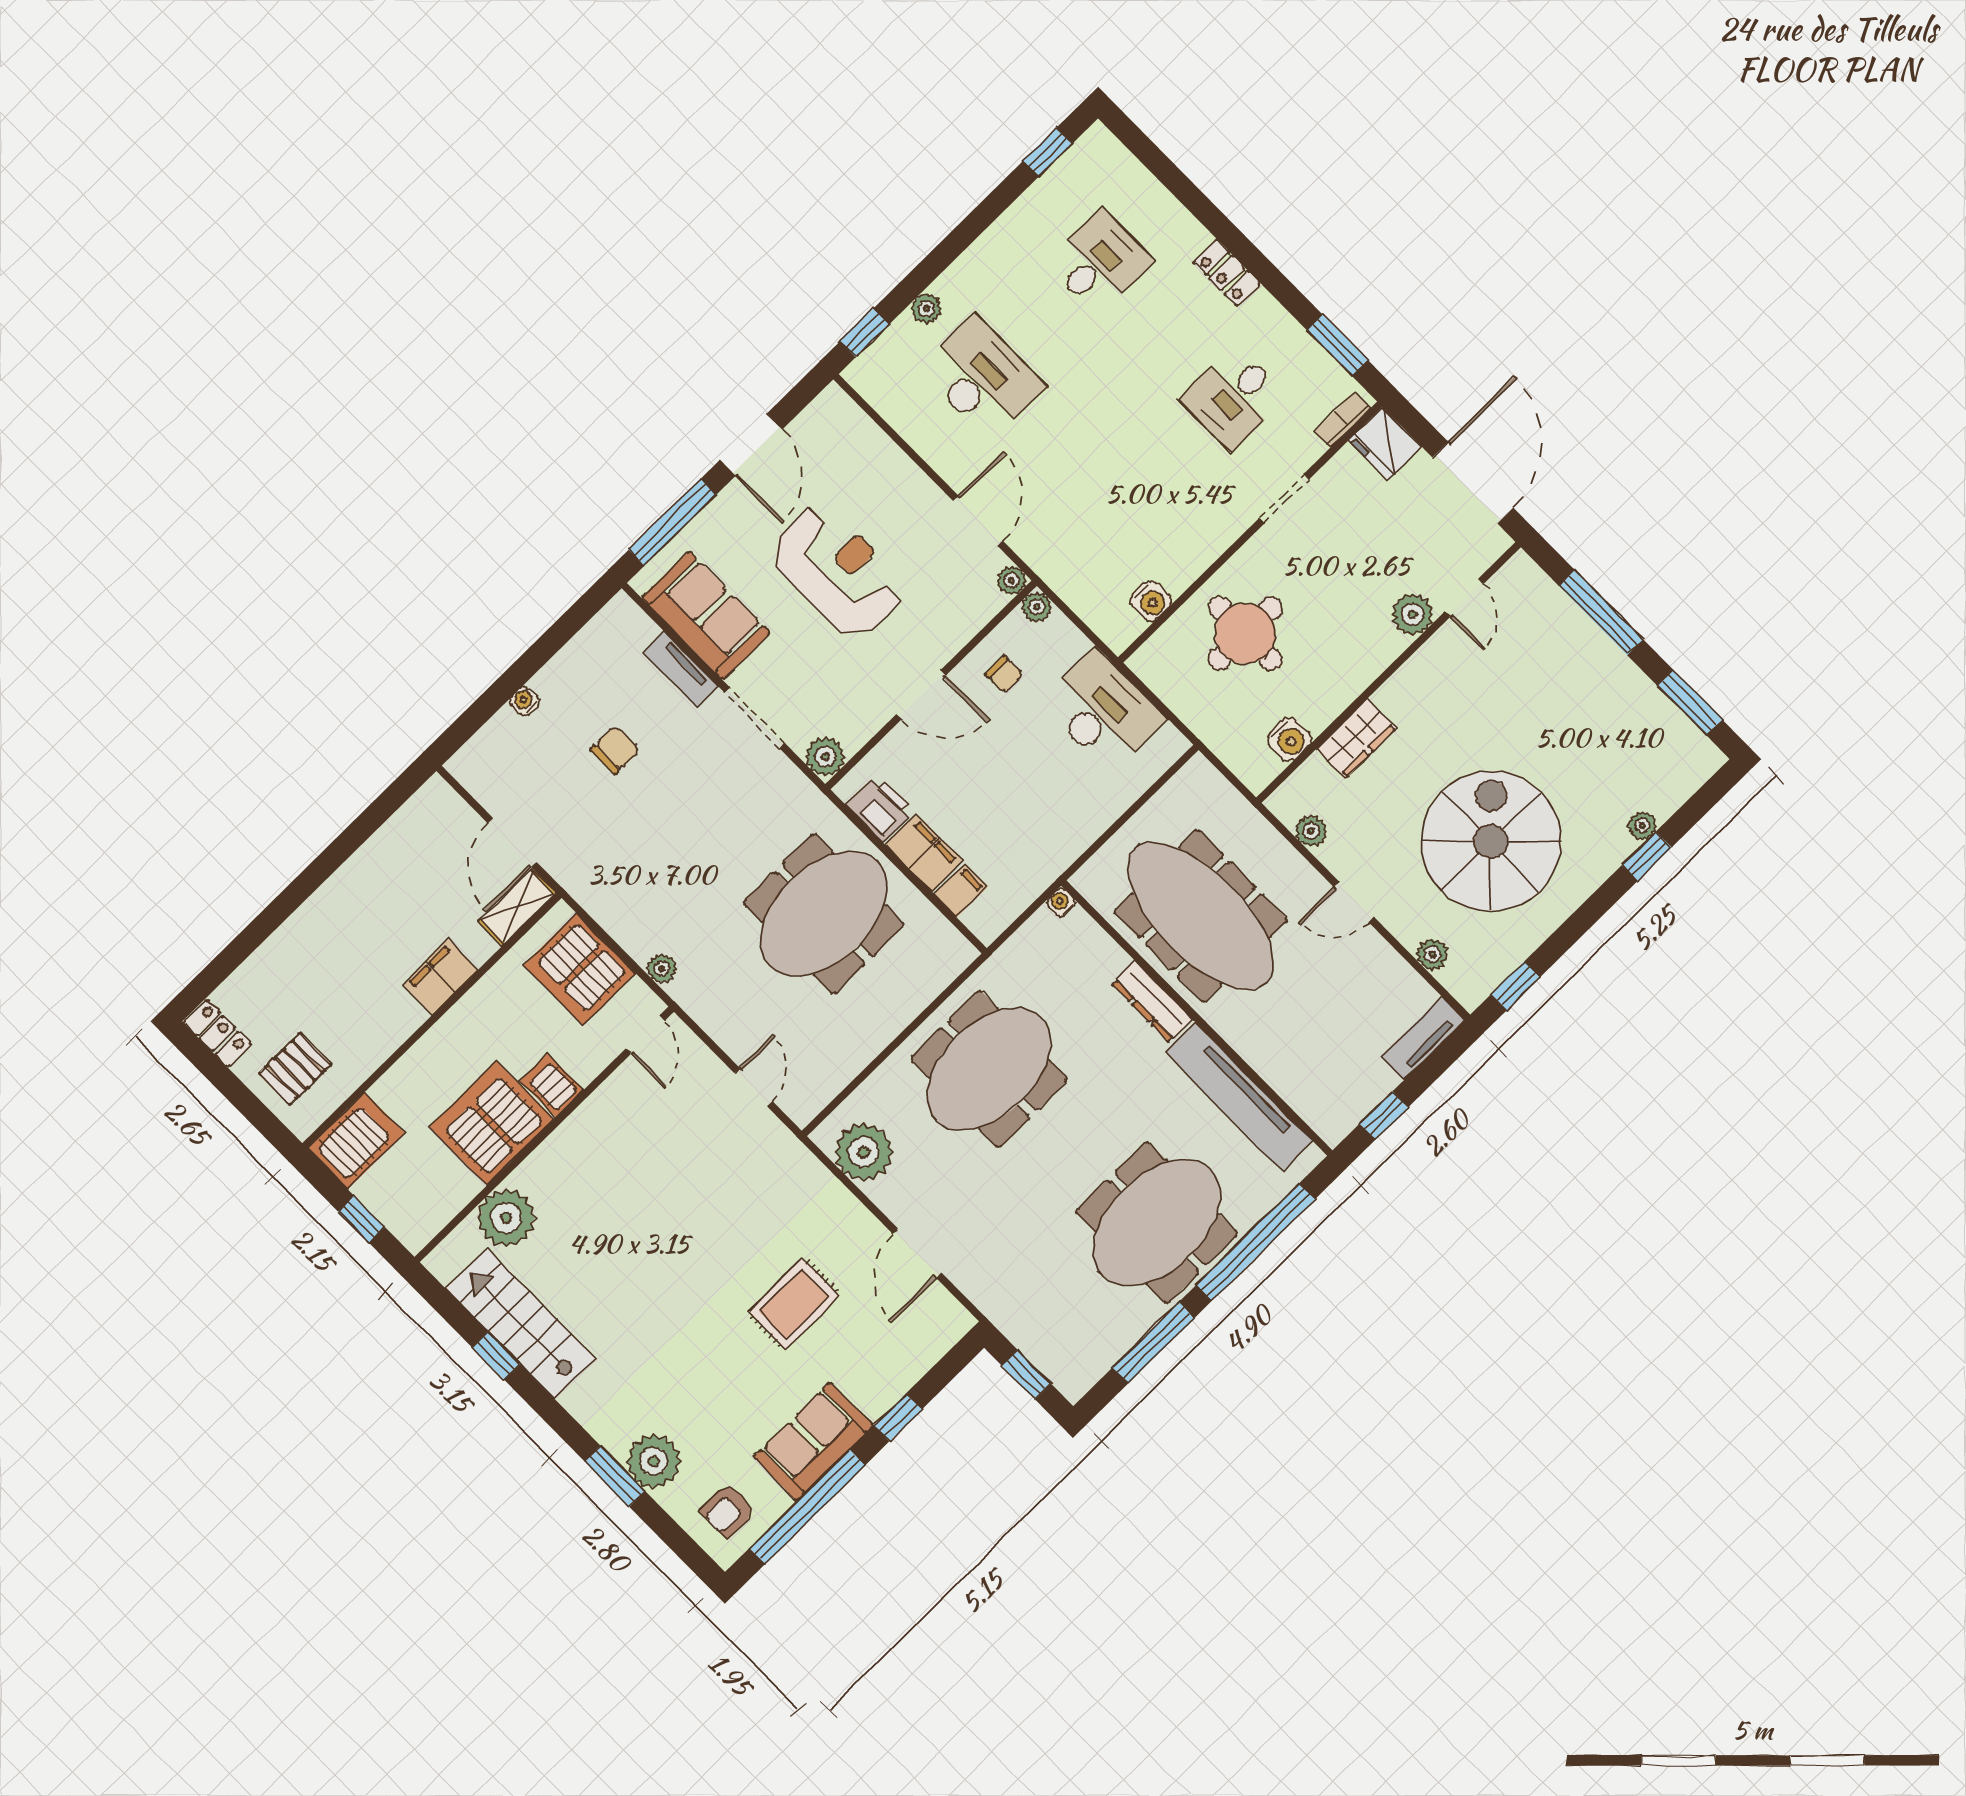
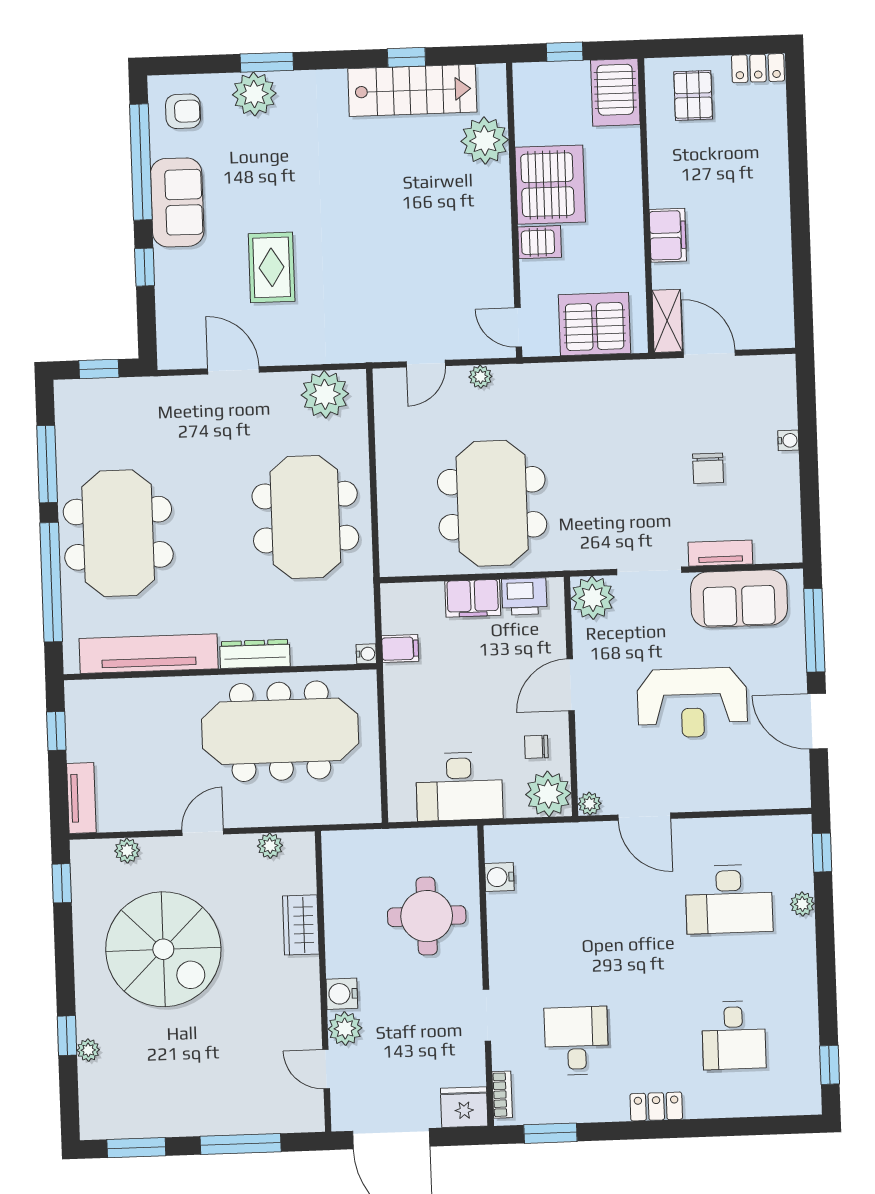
plant: (1037, 607) -> (548, 794), width x1.87, depth x1.87
water cooler: (1289, 739) -> (342, 994), moved
plant: (825, 757) -> (593, 598), width x1.36, depth x1.36
filing cabinet: (961, 891) -> (400, 649), moved, turned -90
plant: (662, 969) -> (480, 377), moved
door: (753, 1087) -> (426, 364), hinge flipped
armchair: (727, 1511) -> (183, 111), turned 90

